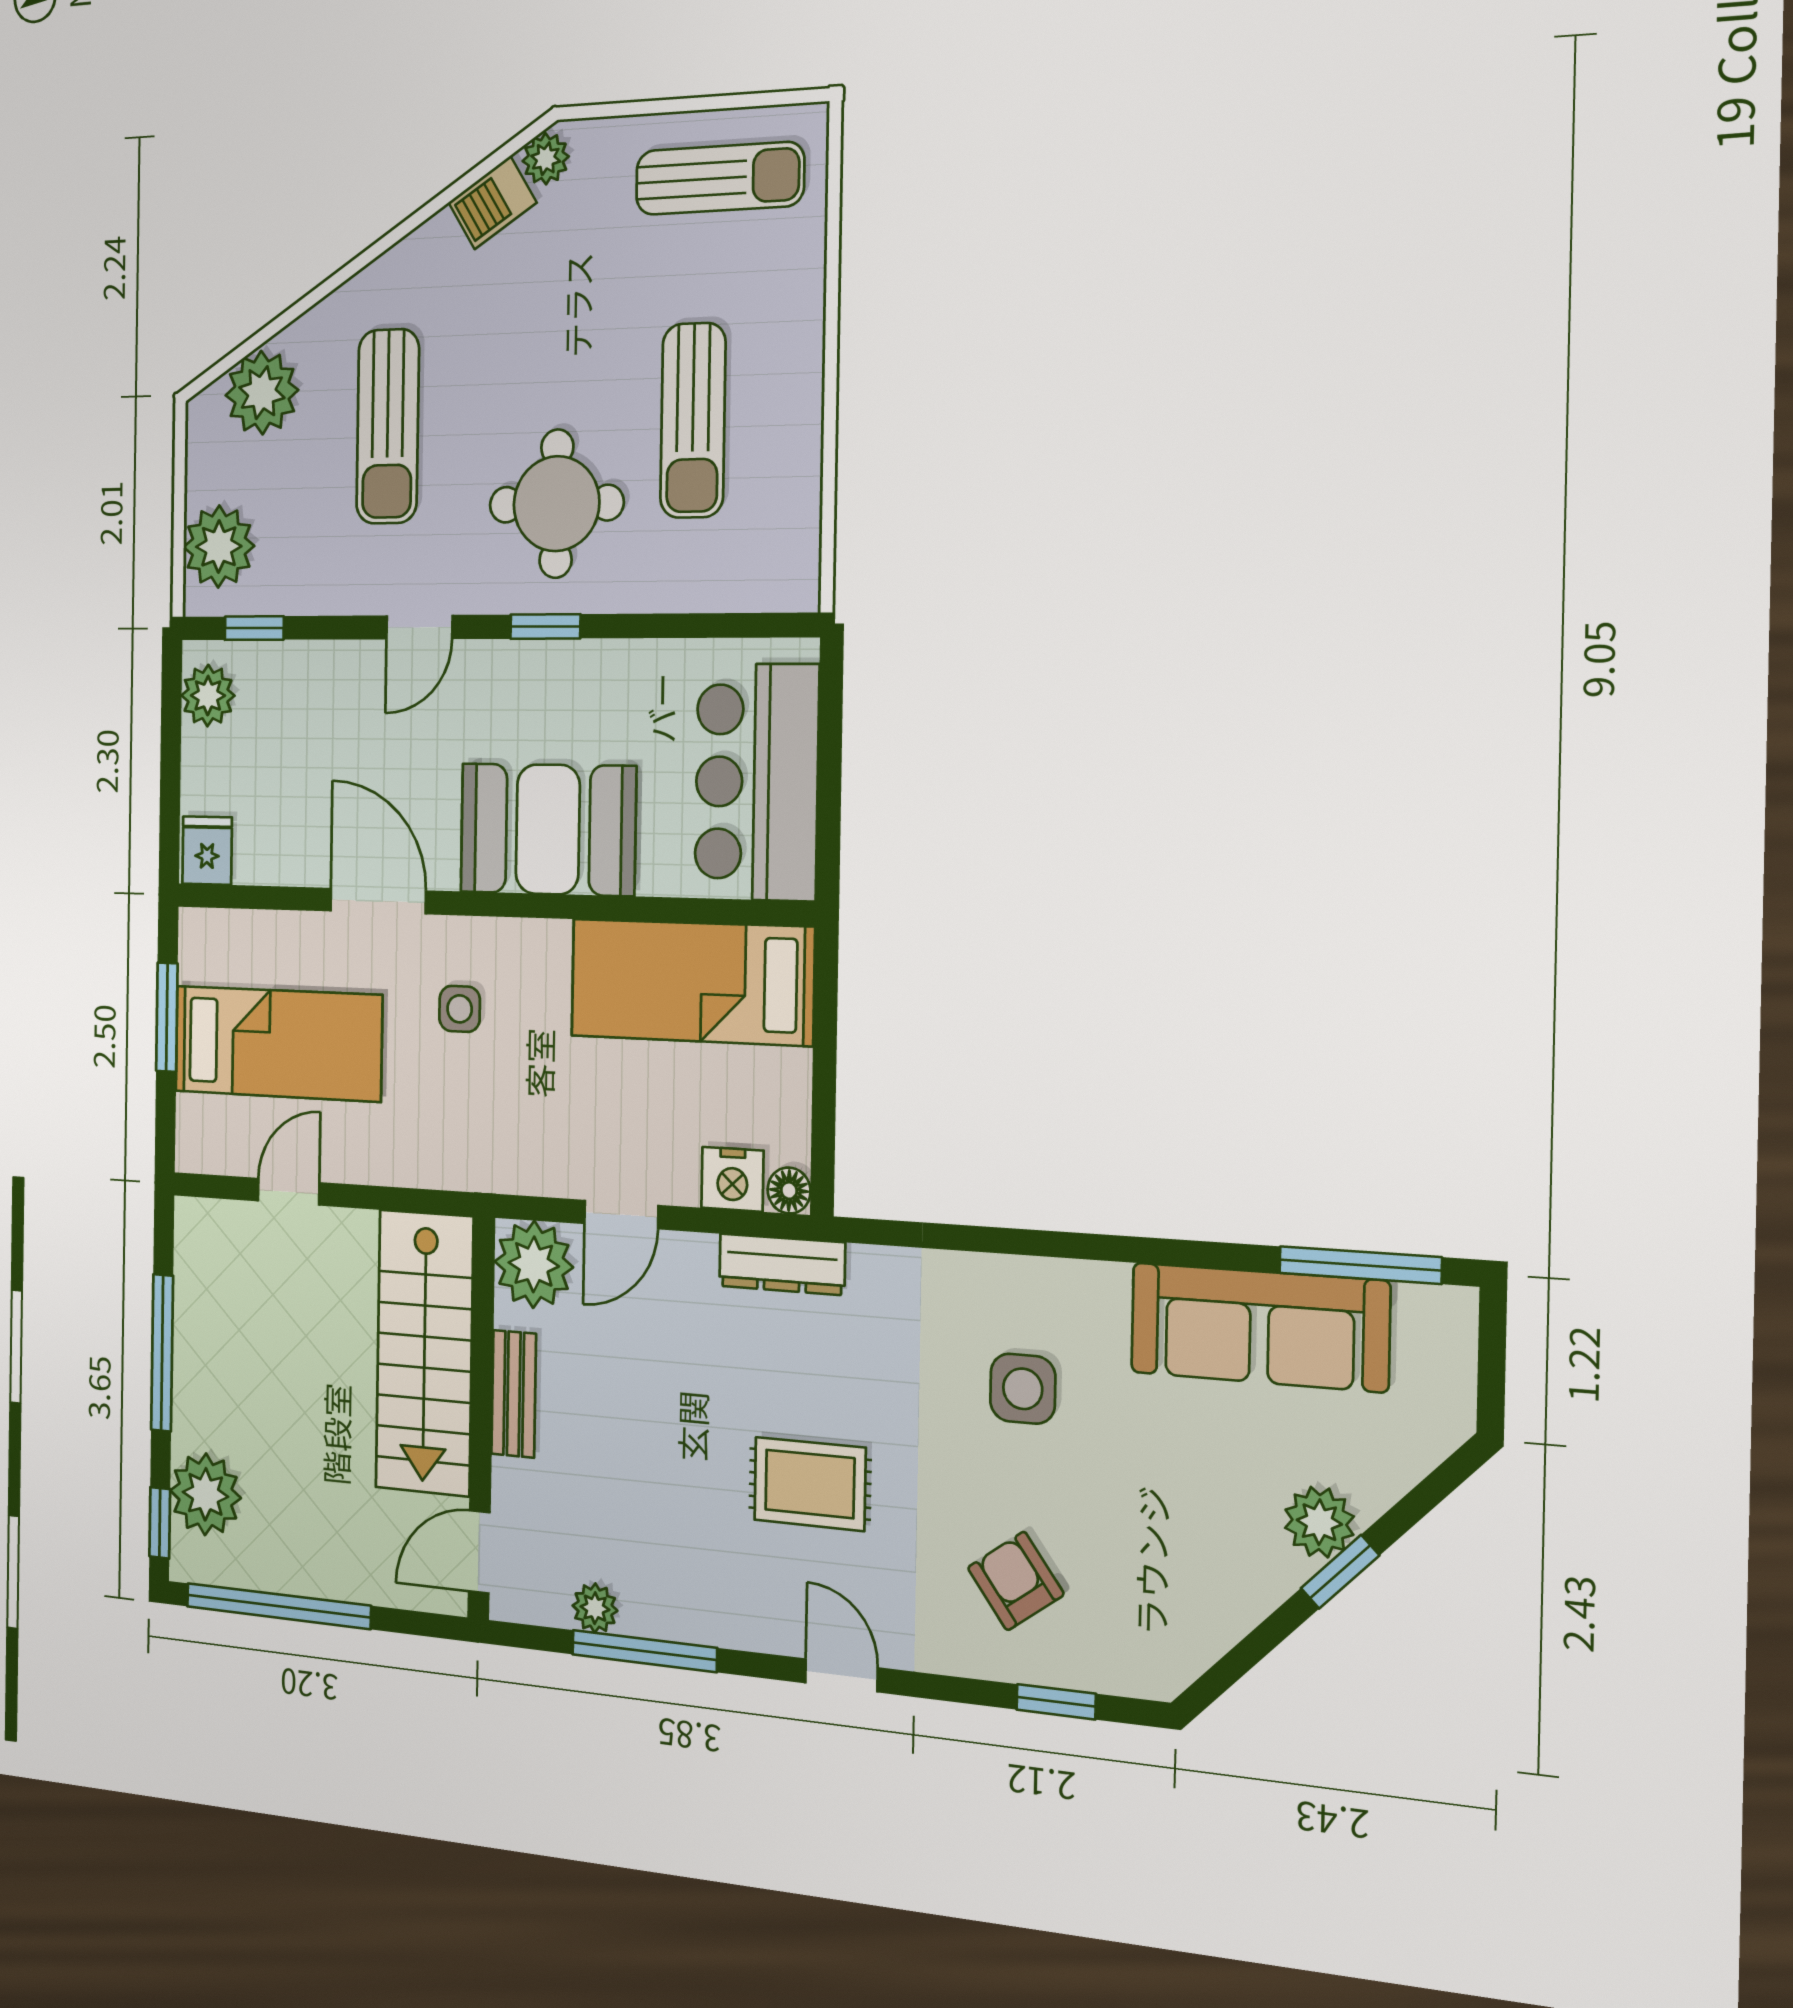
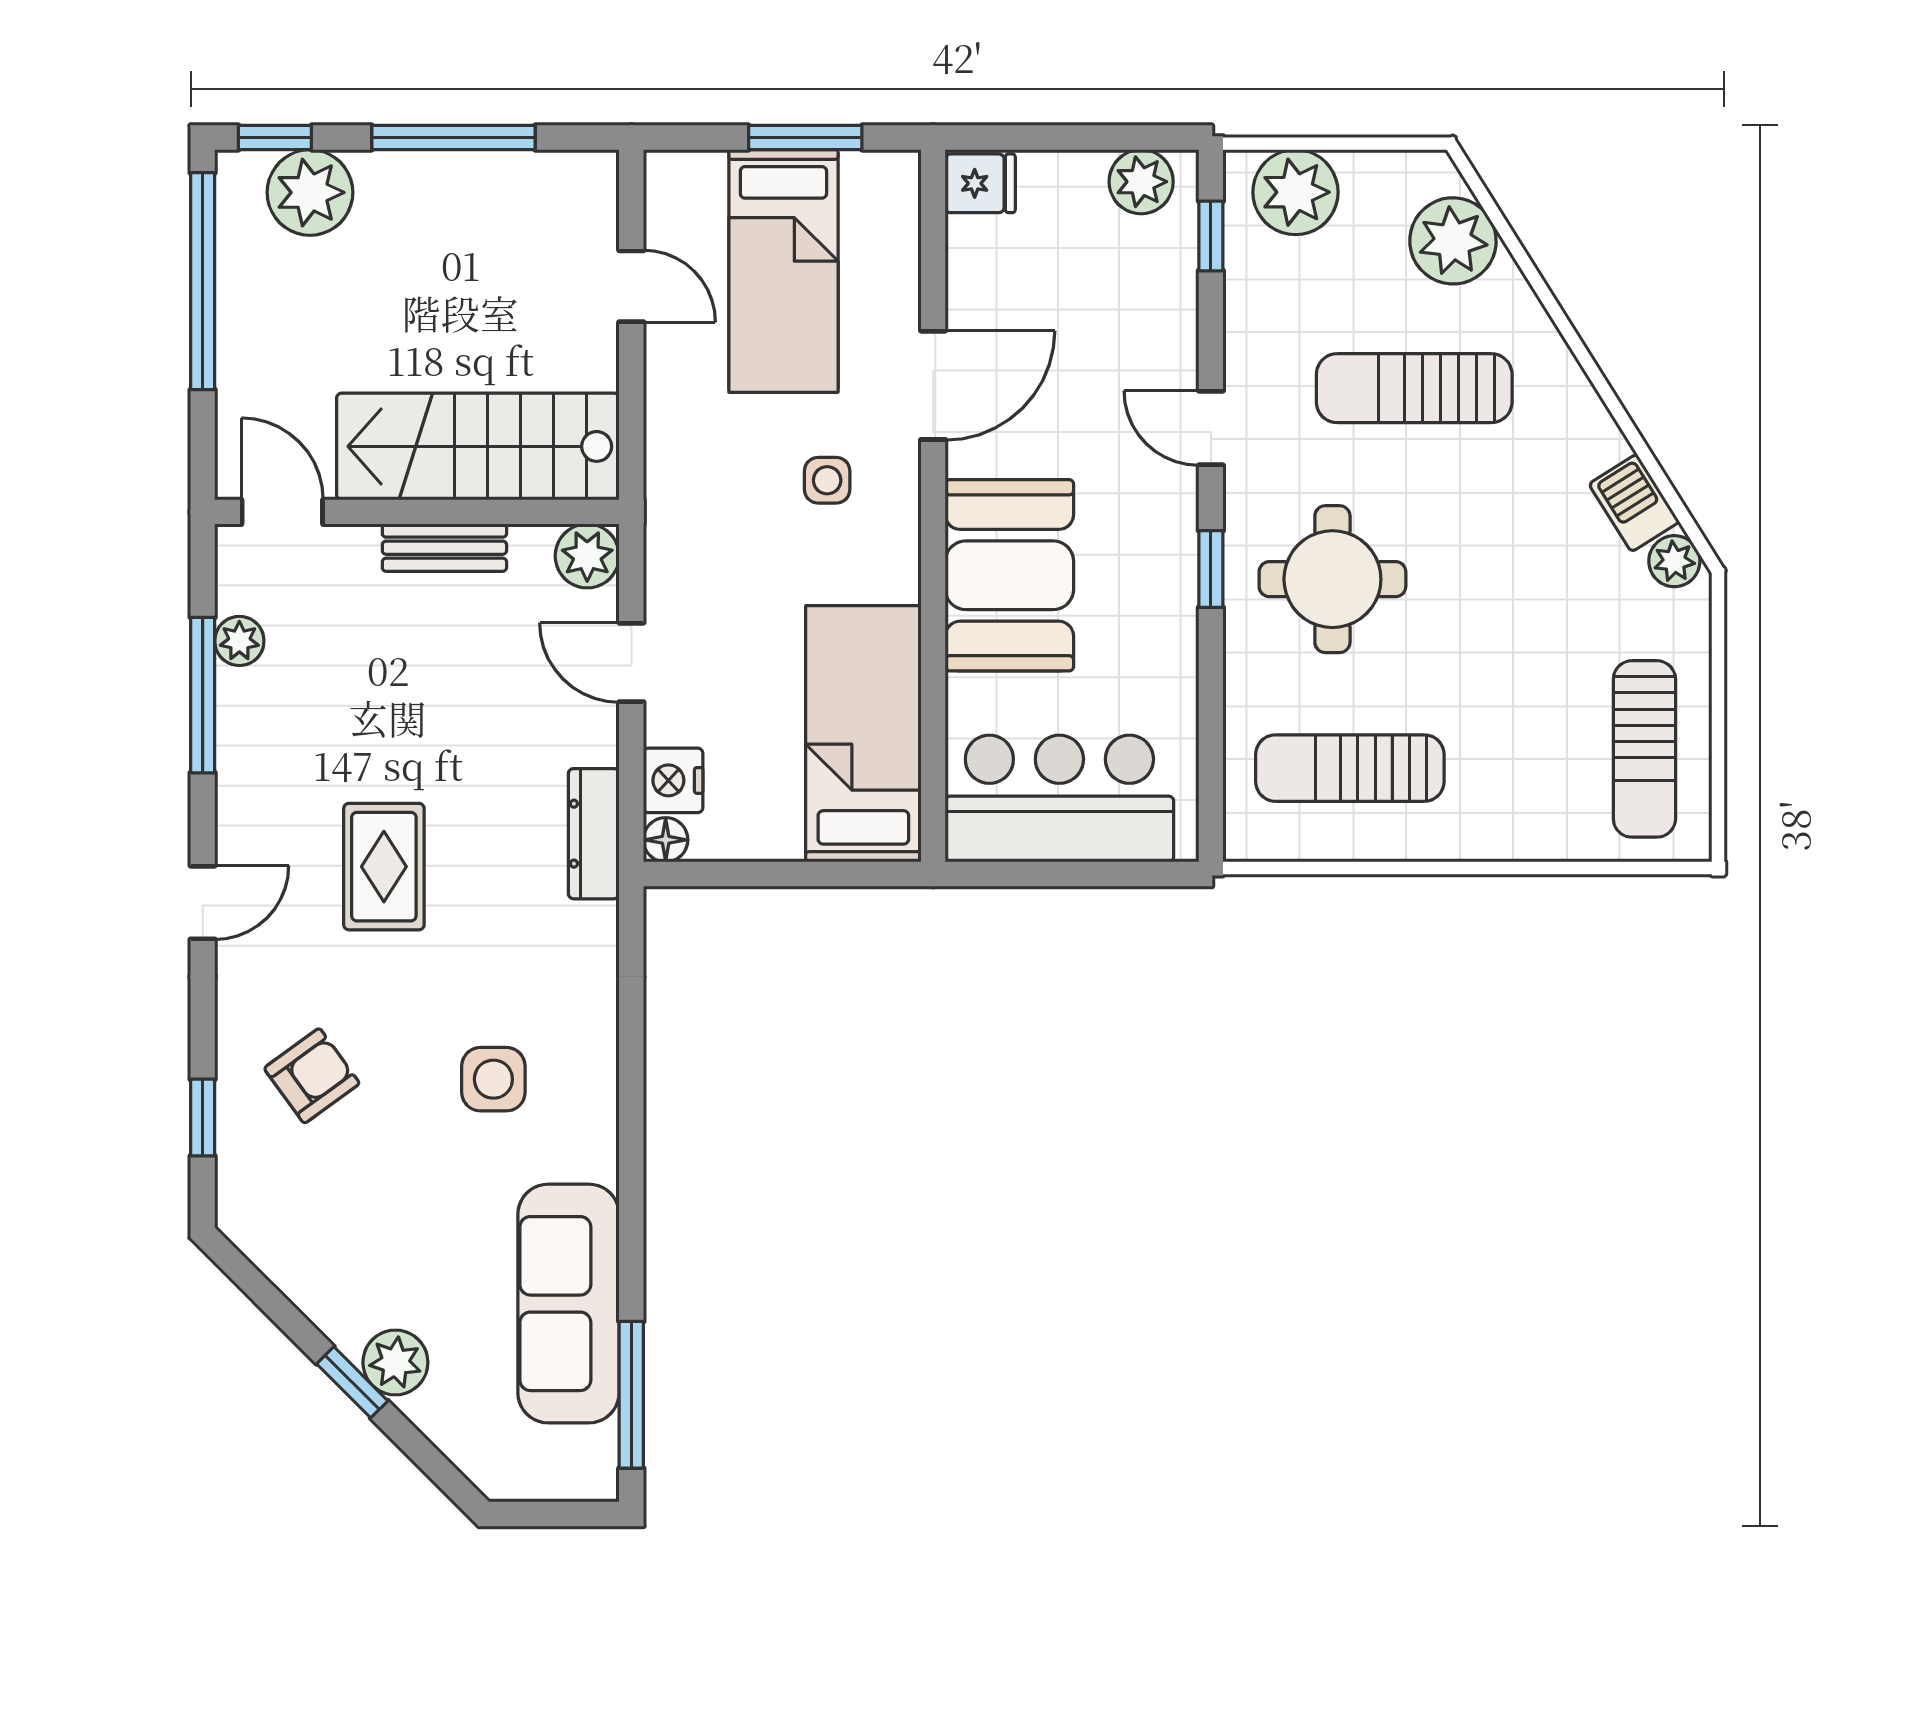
sun lounger: (693, 420) -> (1350, 768), moved
plant: (534, 1264) -> (587, 556), width x0.73, depth x0.73

